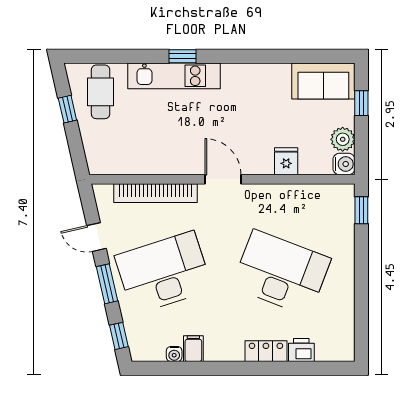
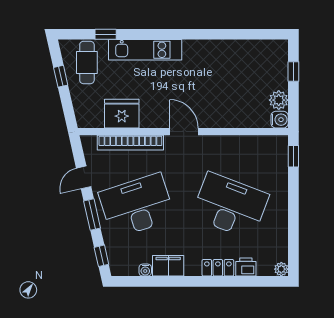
window: (183, 56) -> (106, 34), moved
sofa: (323, 81) -> (263, 54), removed
fridge: (286, 161) -> (122, 114), moved, width x1.88, depth x1.34
door: (96, 237) -> (84, 177), hinge flipped
filing cabinet: (193, 349) -> (168, 266), width x2.00
plant: (346, 353) -> (281, 269), added

